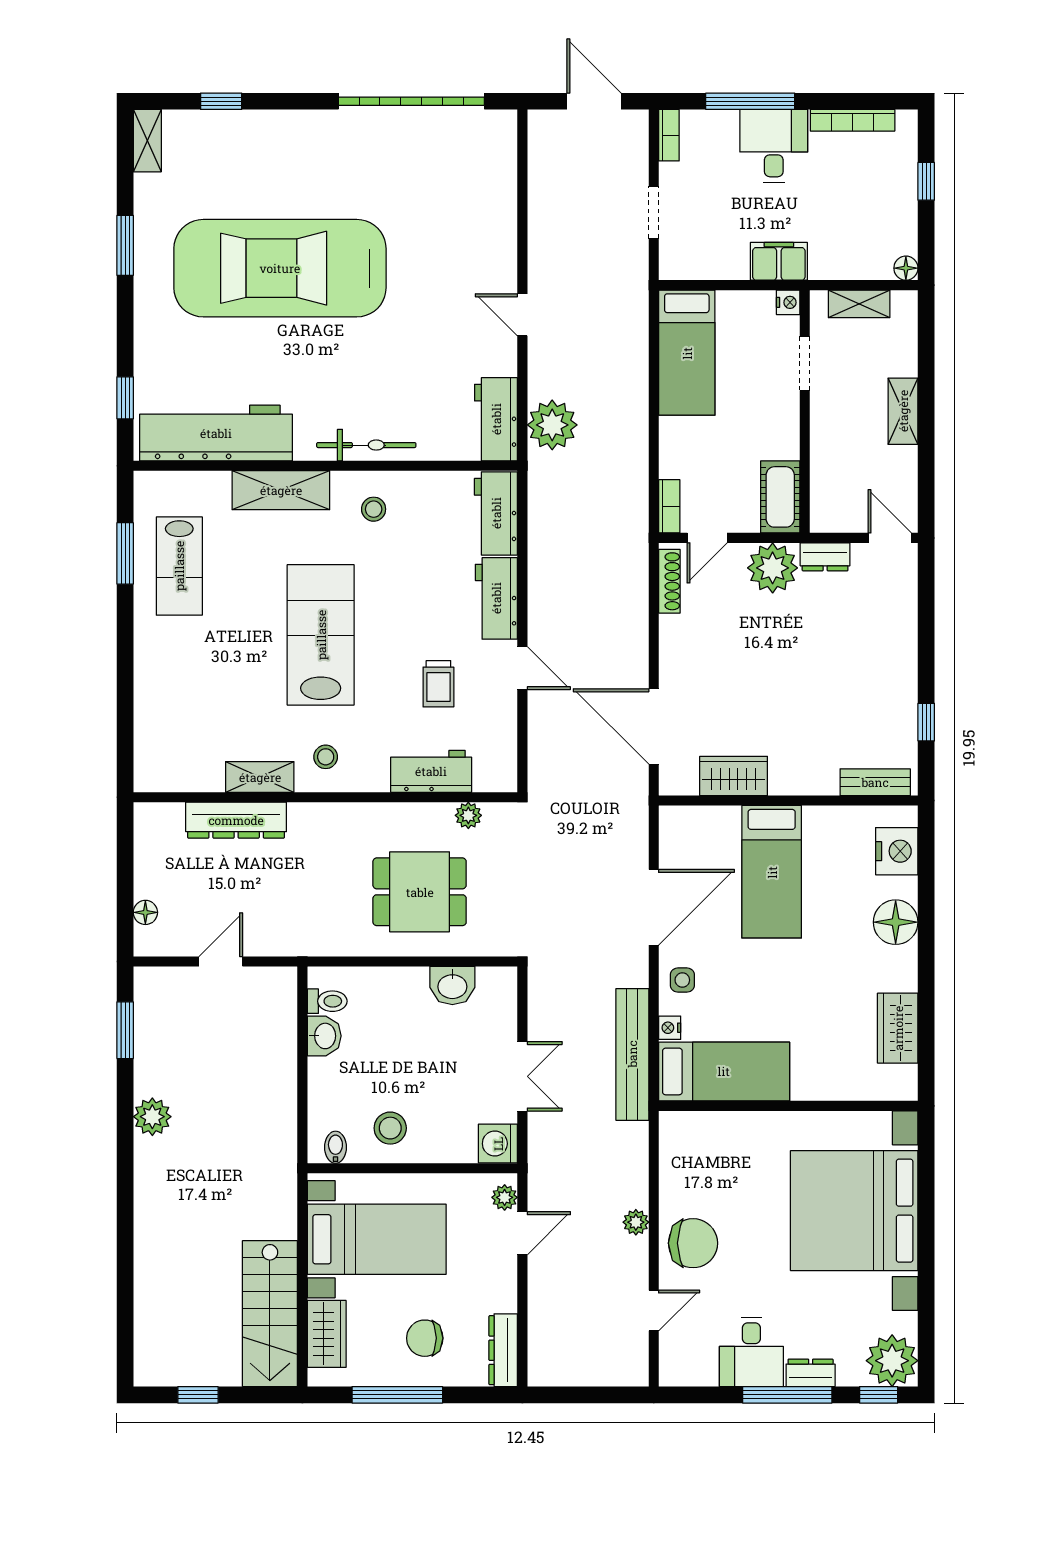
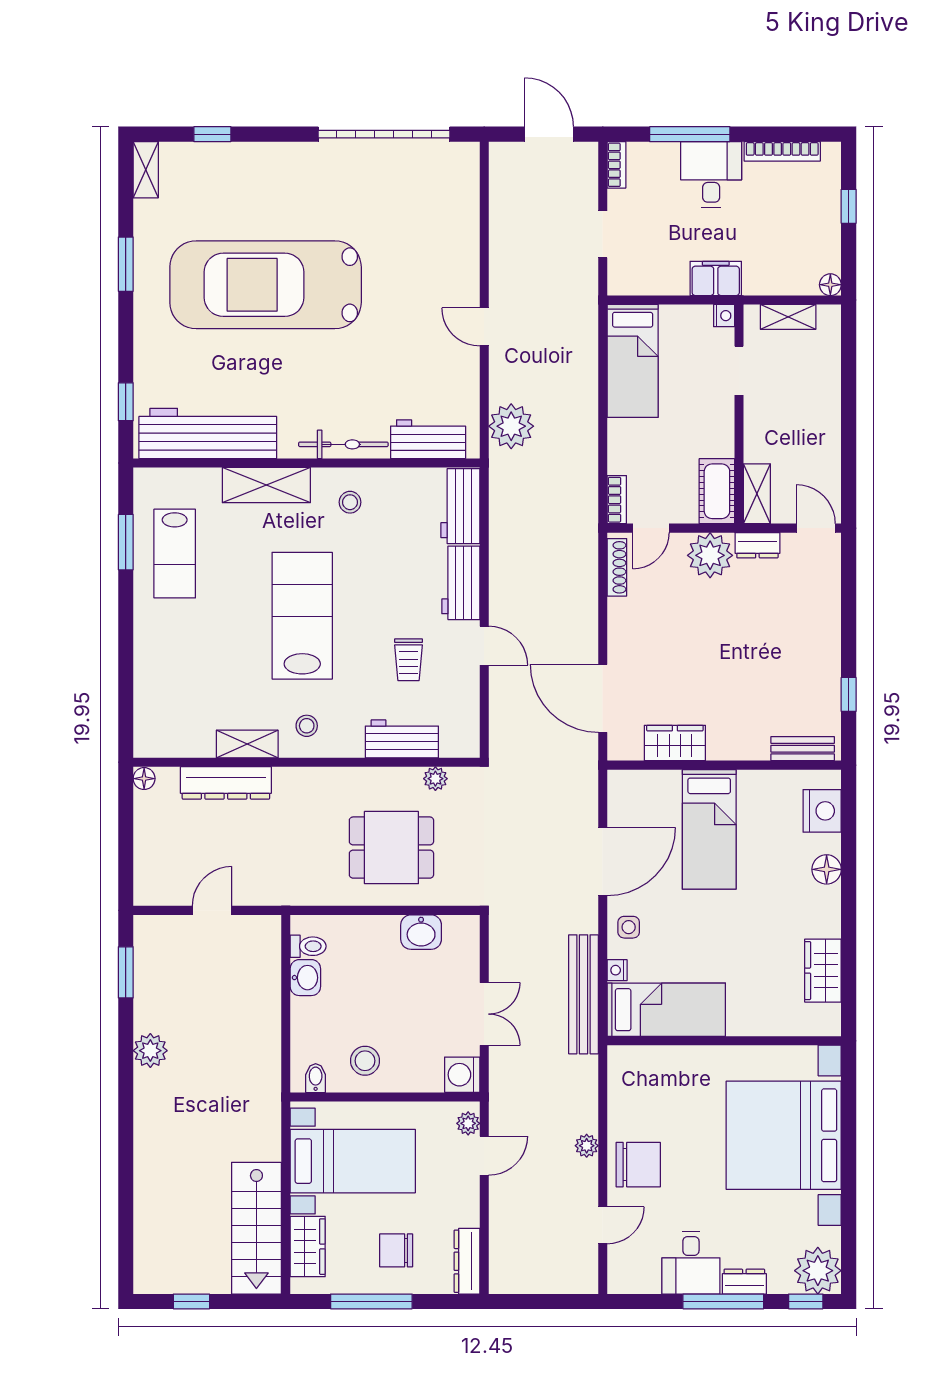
shelving: (903, 411) -> (757, 494), moved
workbench: (496, 419) -> (428, 439), moved, turned 90
floor lamp: (145, 912) -> (144, 779), moved
floor lamp: (896, 922) -> (827, 869), width x0.73, depth x0.73

